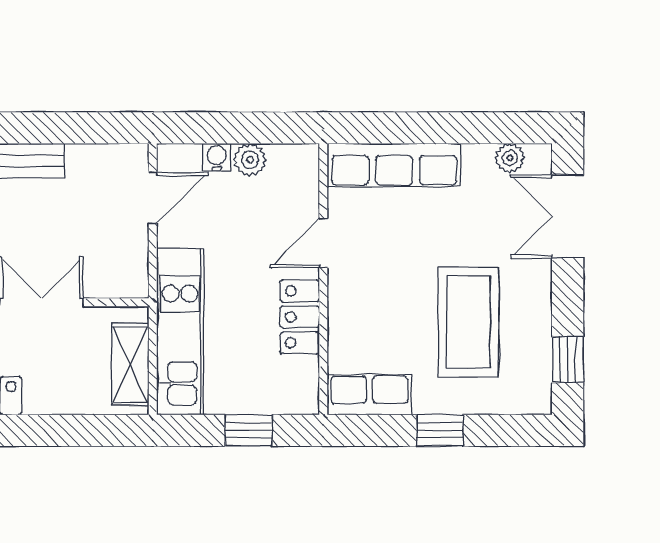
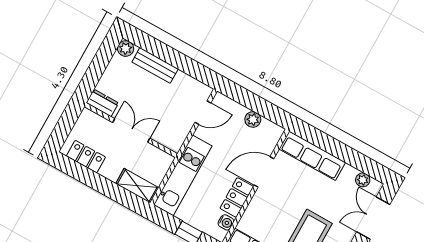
water cooler: (217, 157) -> (226, 222), moved, turned 90
door: (323, 243) -> (264, 172), width x1.38
shelving: (130, 364) -> (137, 186), moved, turned 90

